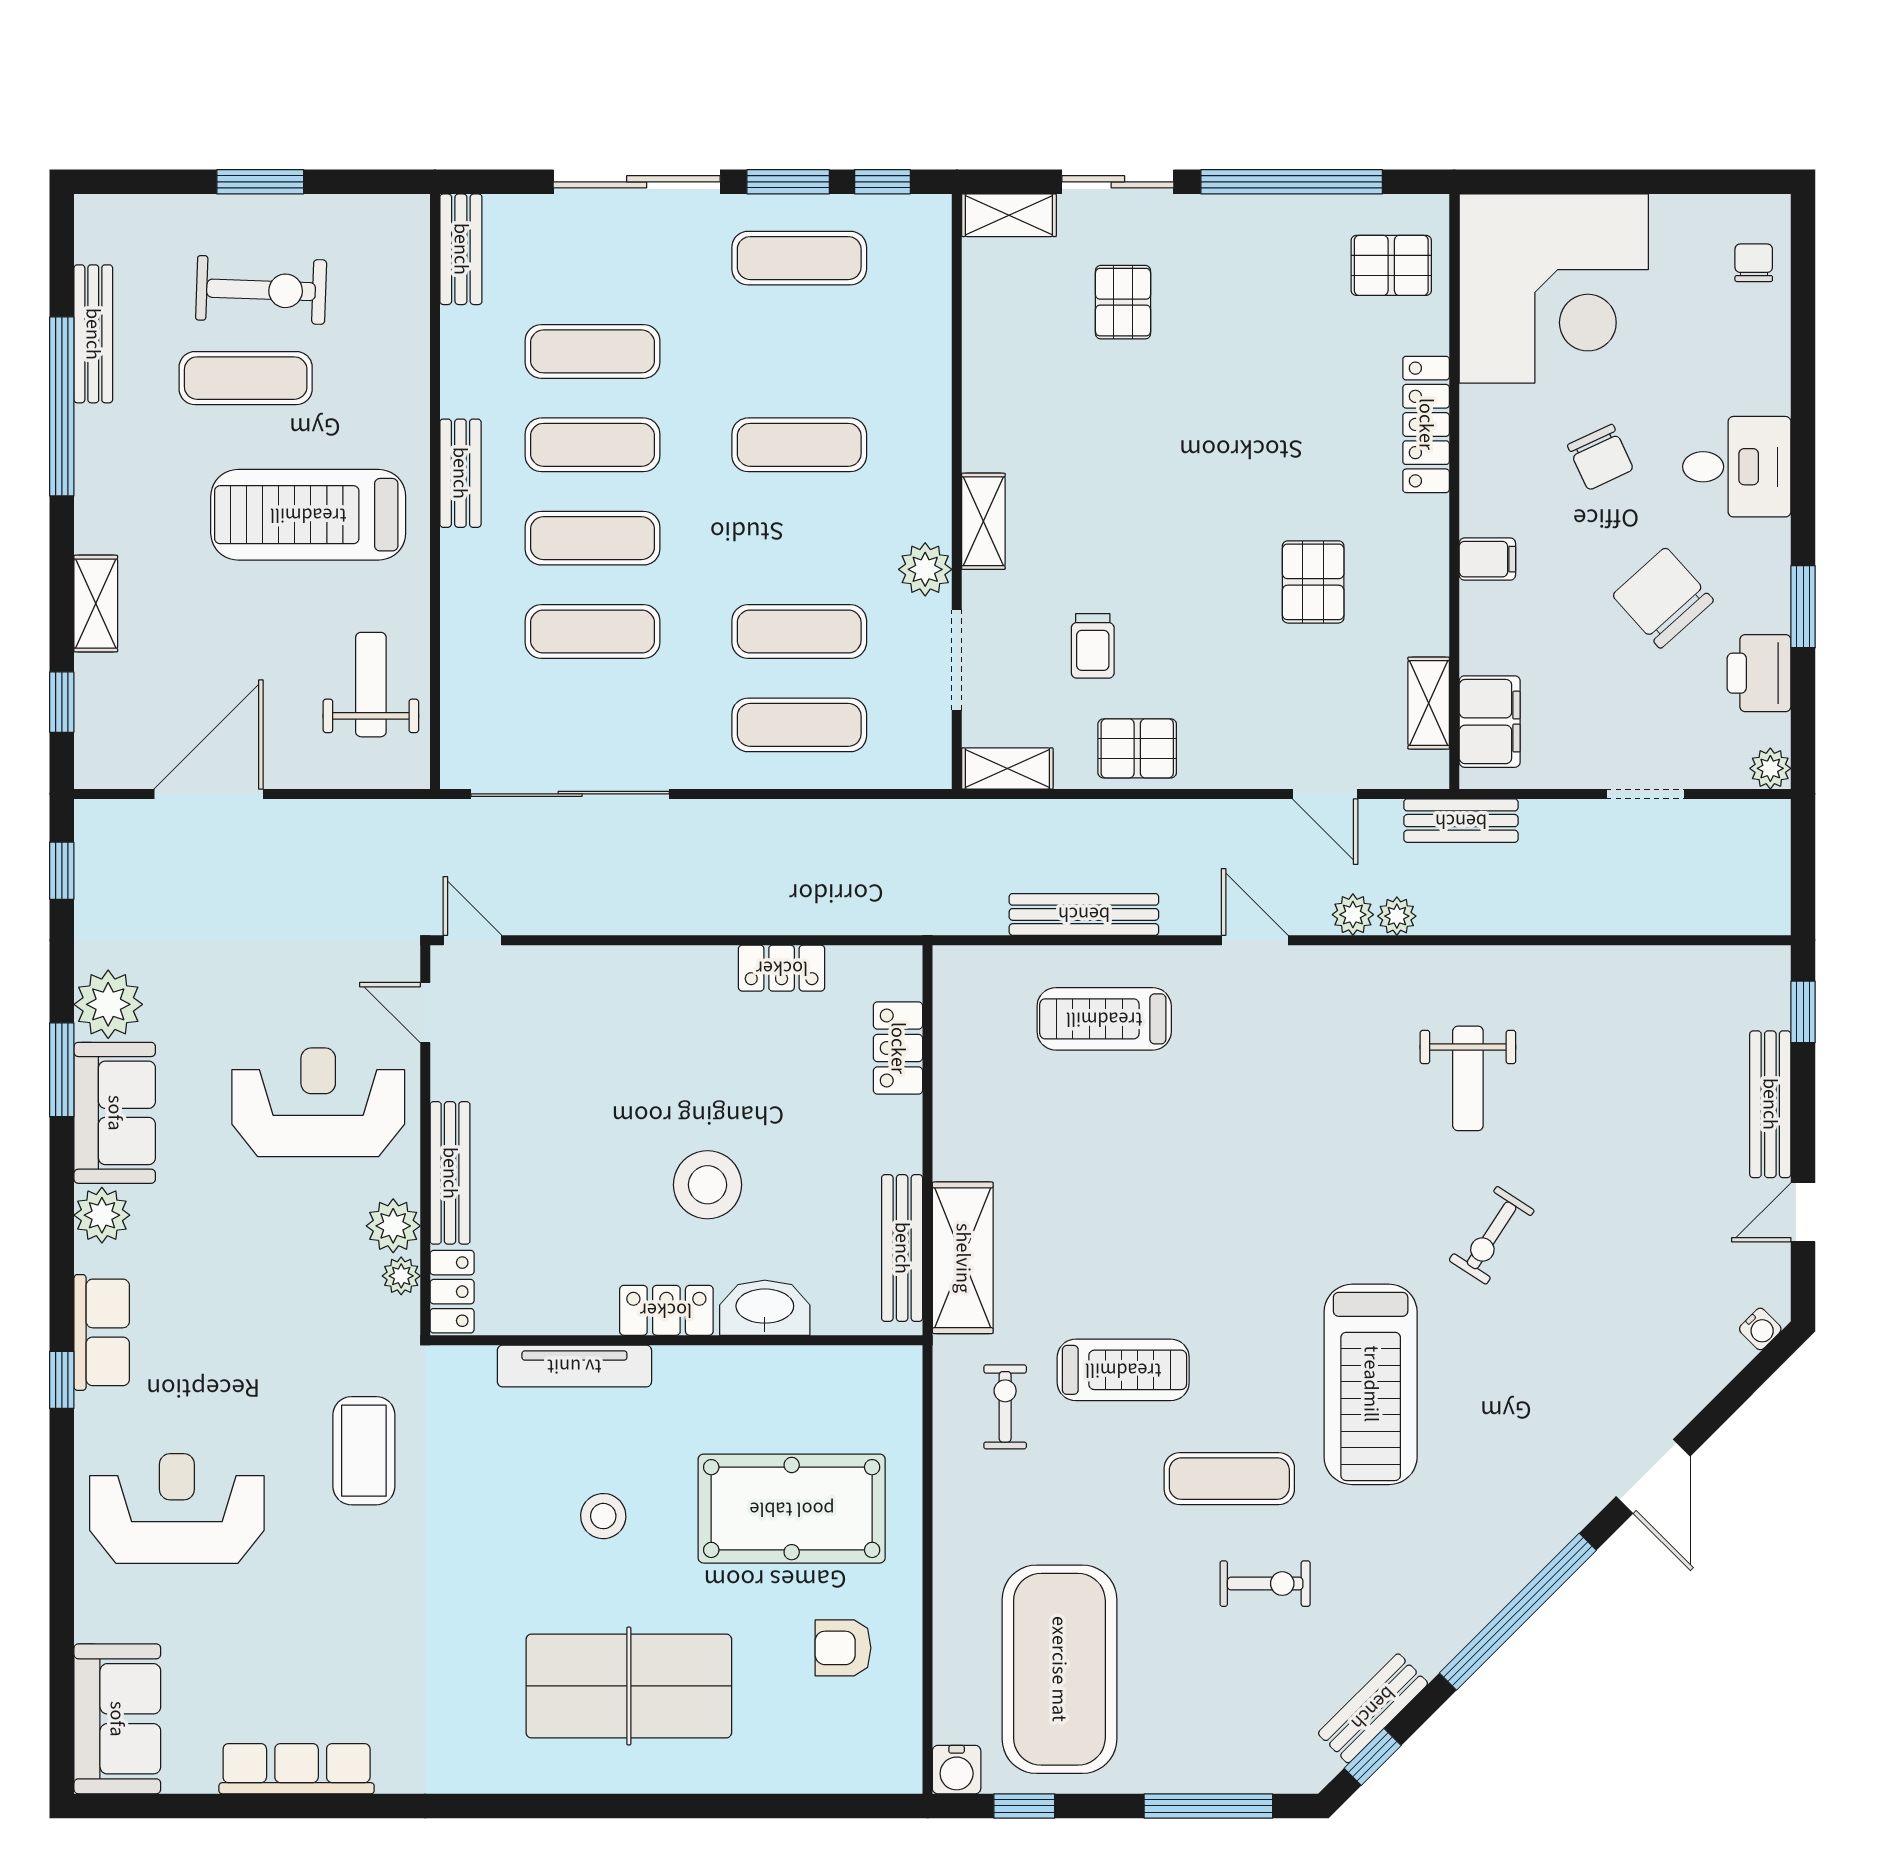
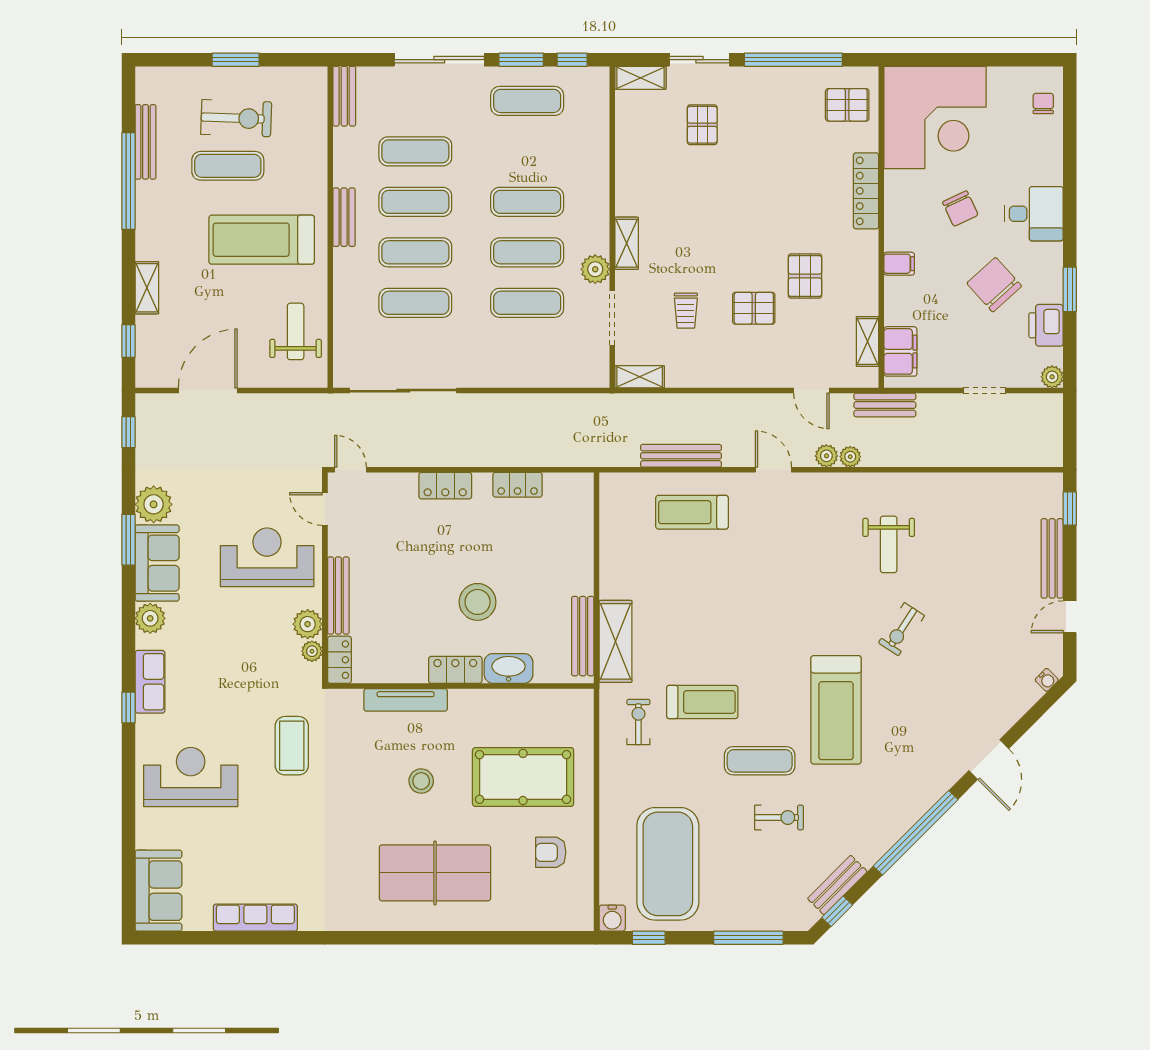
exercise mat: (799, 725) -> (527, 252), moved
pallet: (1137, 748) -> (754, 308), moved
locker: (898, 1048) -> (445, 486), moved, turned -90

